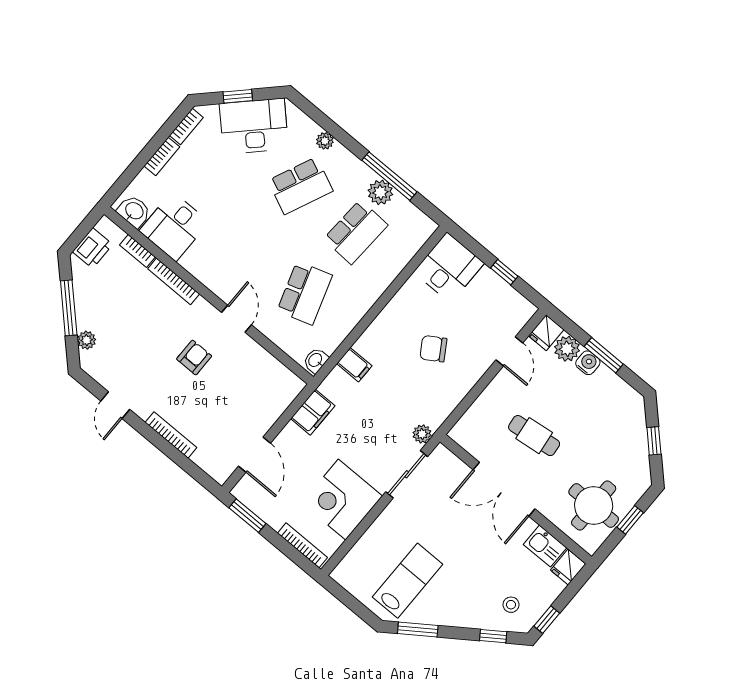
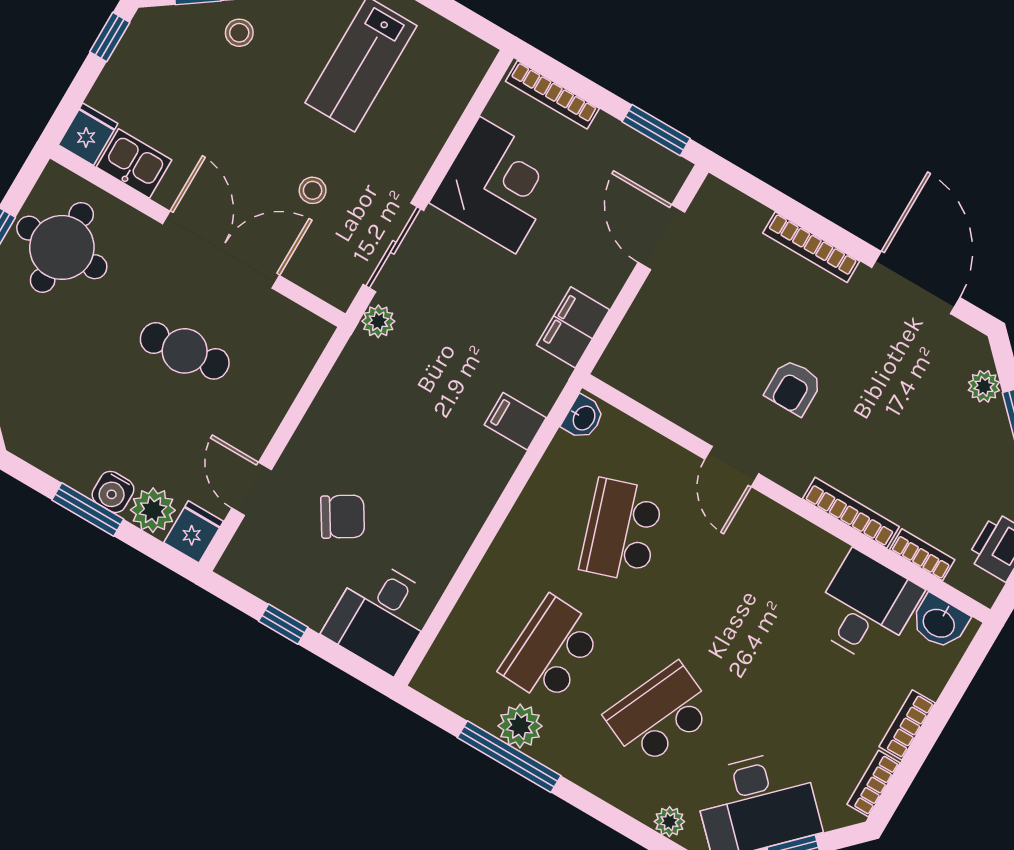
plant: (325, 141) -> (669, 822), moved
chair: (433, 349) -> (343, 517), moved
door: (115, 405) -> (916, 282), width x1.87
stool: (447, 514) -> (313, 190), added
stool: (511, 605) -> (239, 33), moved

